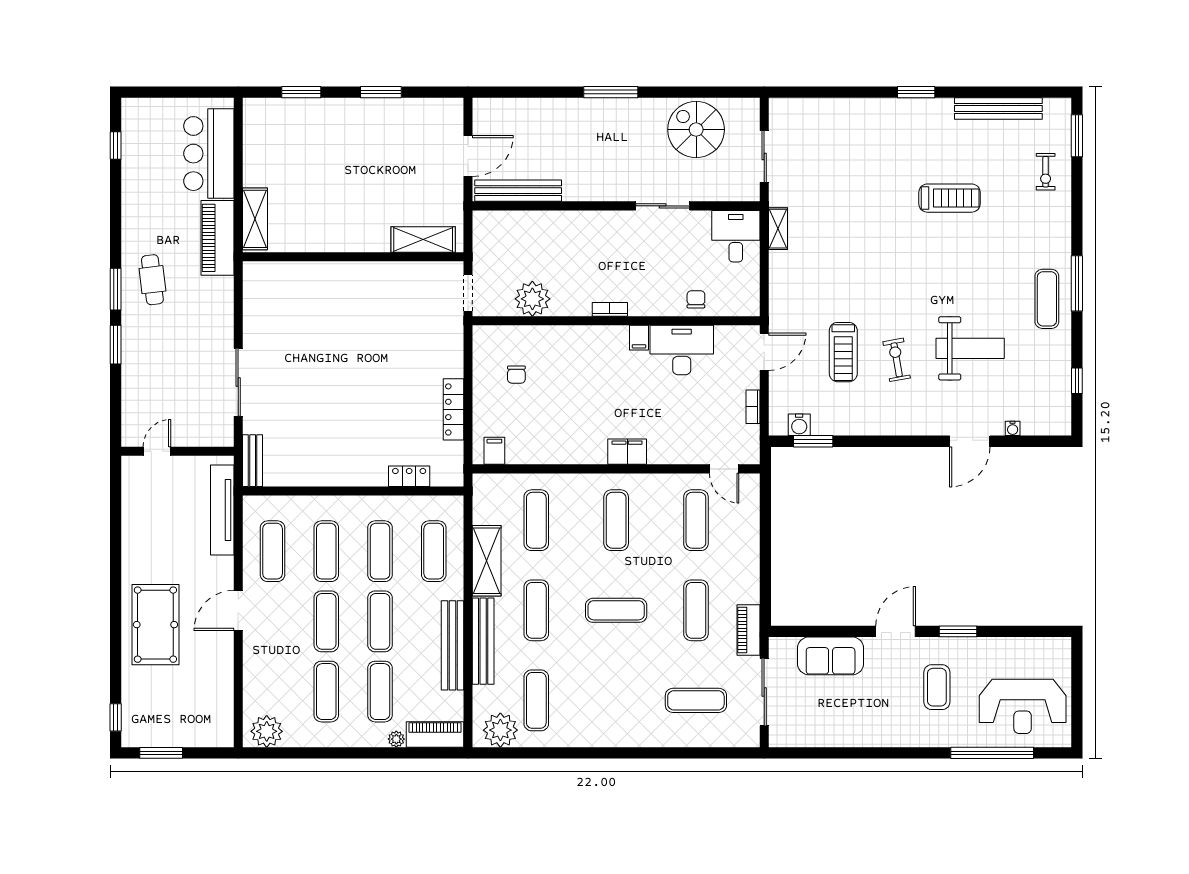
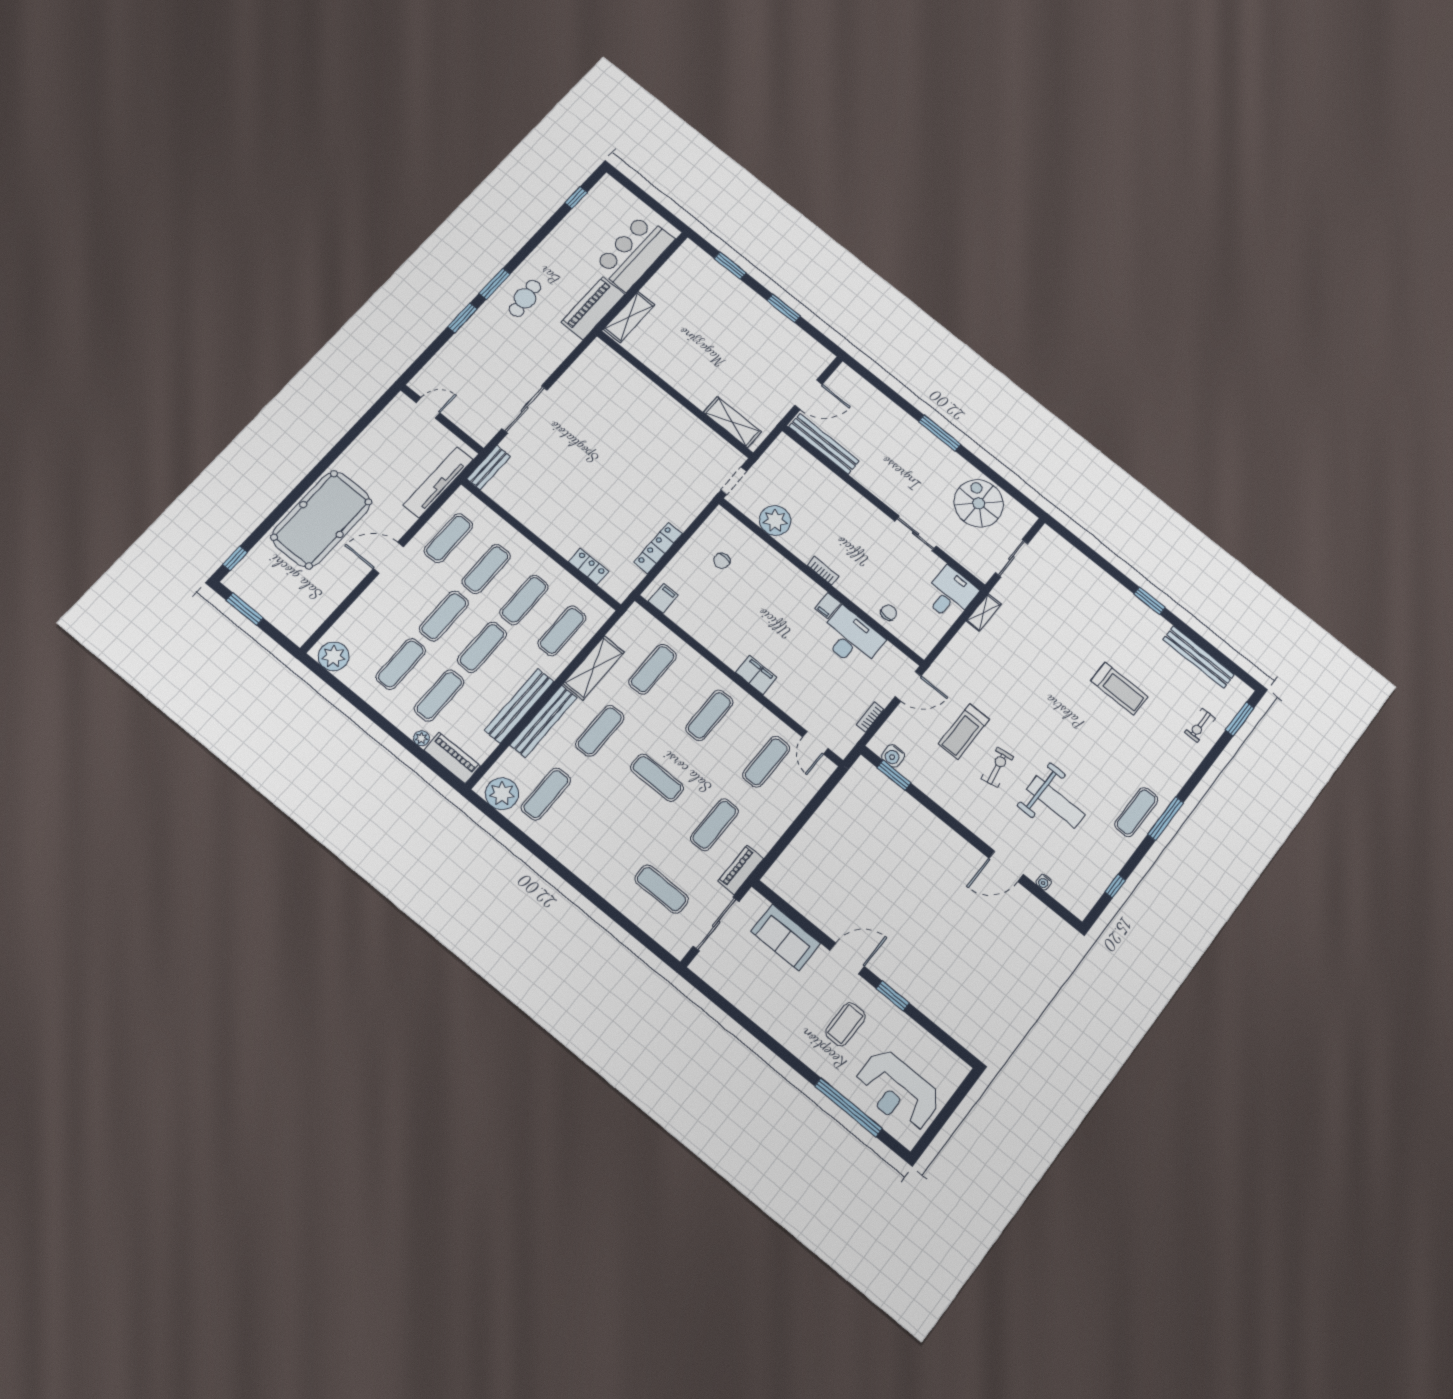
pool table: (155, 625) -> (321, 519), width x1.36, depth x1.32

